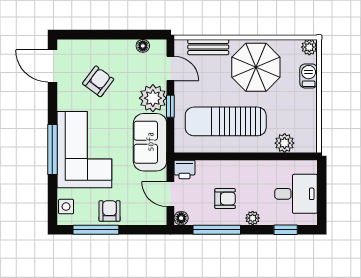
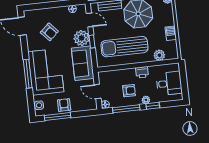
barbecue: (309, 76) -> (171, 33), moved
armchair: (98, 81) -> (49, 32), turned 101
printer: (184, 169) -> (142, 72), moved
window: (286, 230) -> (153, 106), moved

